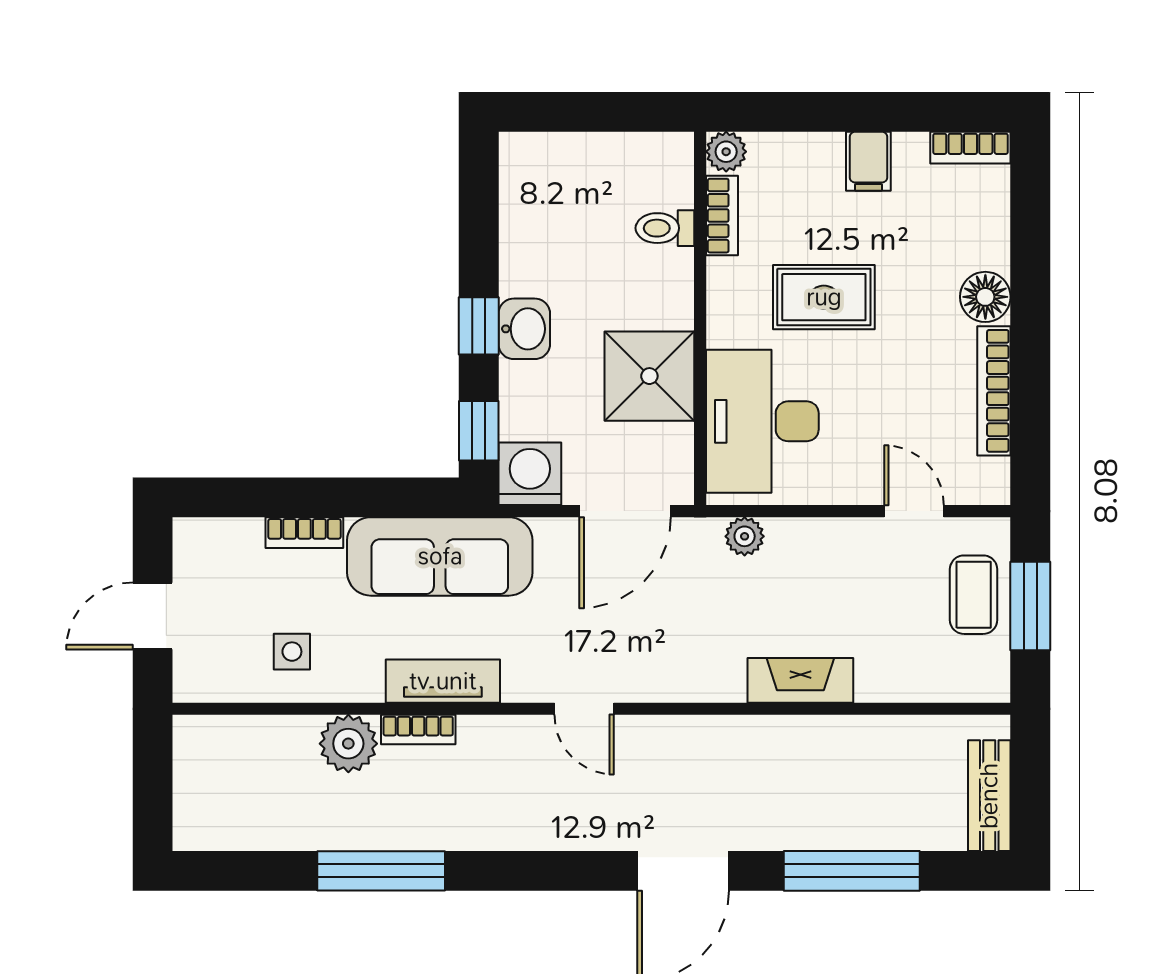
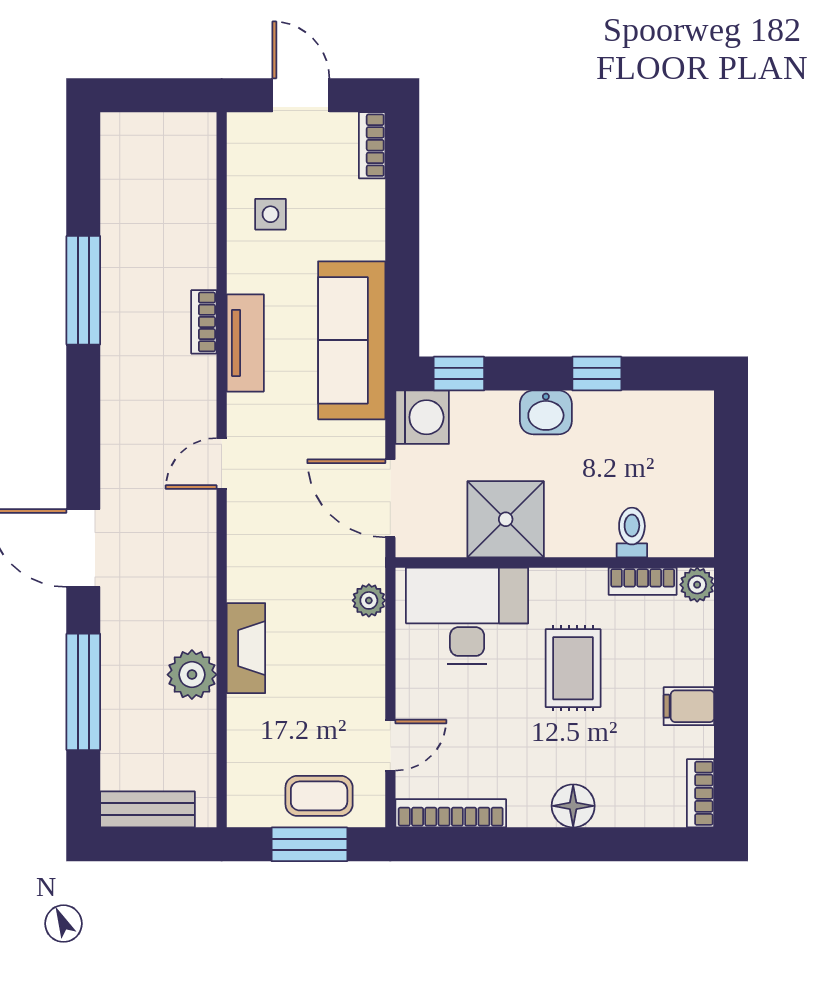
window: (479, 326) -> (597, 374), moved
bookcase: (994, 391) -> (451, 813), moved
bookcase: (304, 533) -> (372, 145), moved
plant: (348, 744) -> (192, 675), moved

